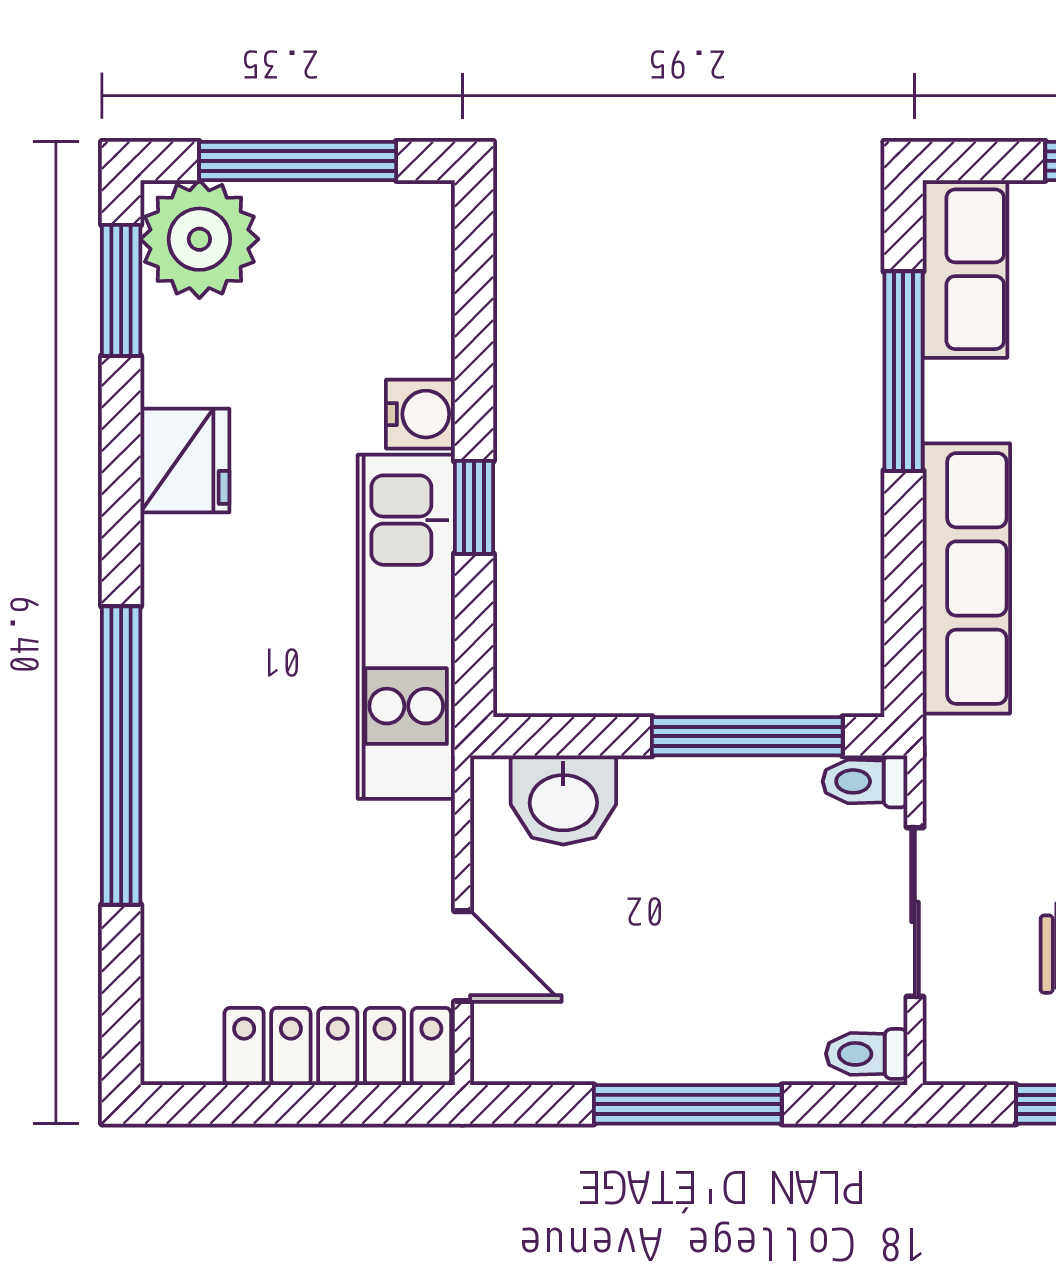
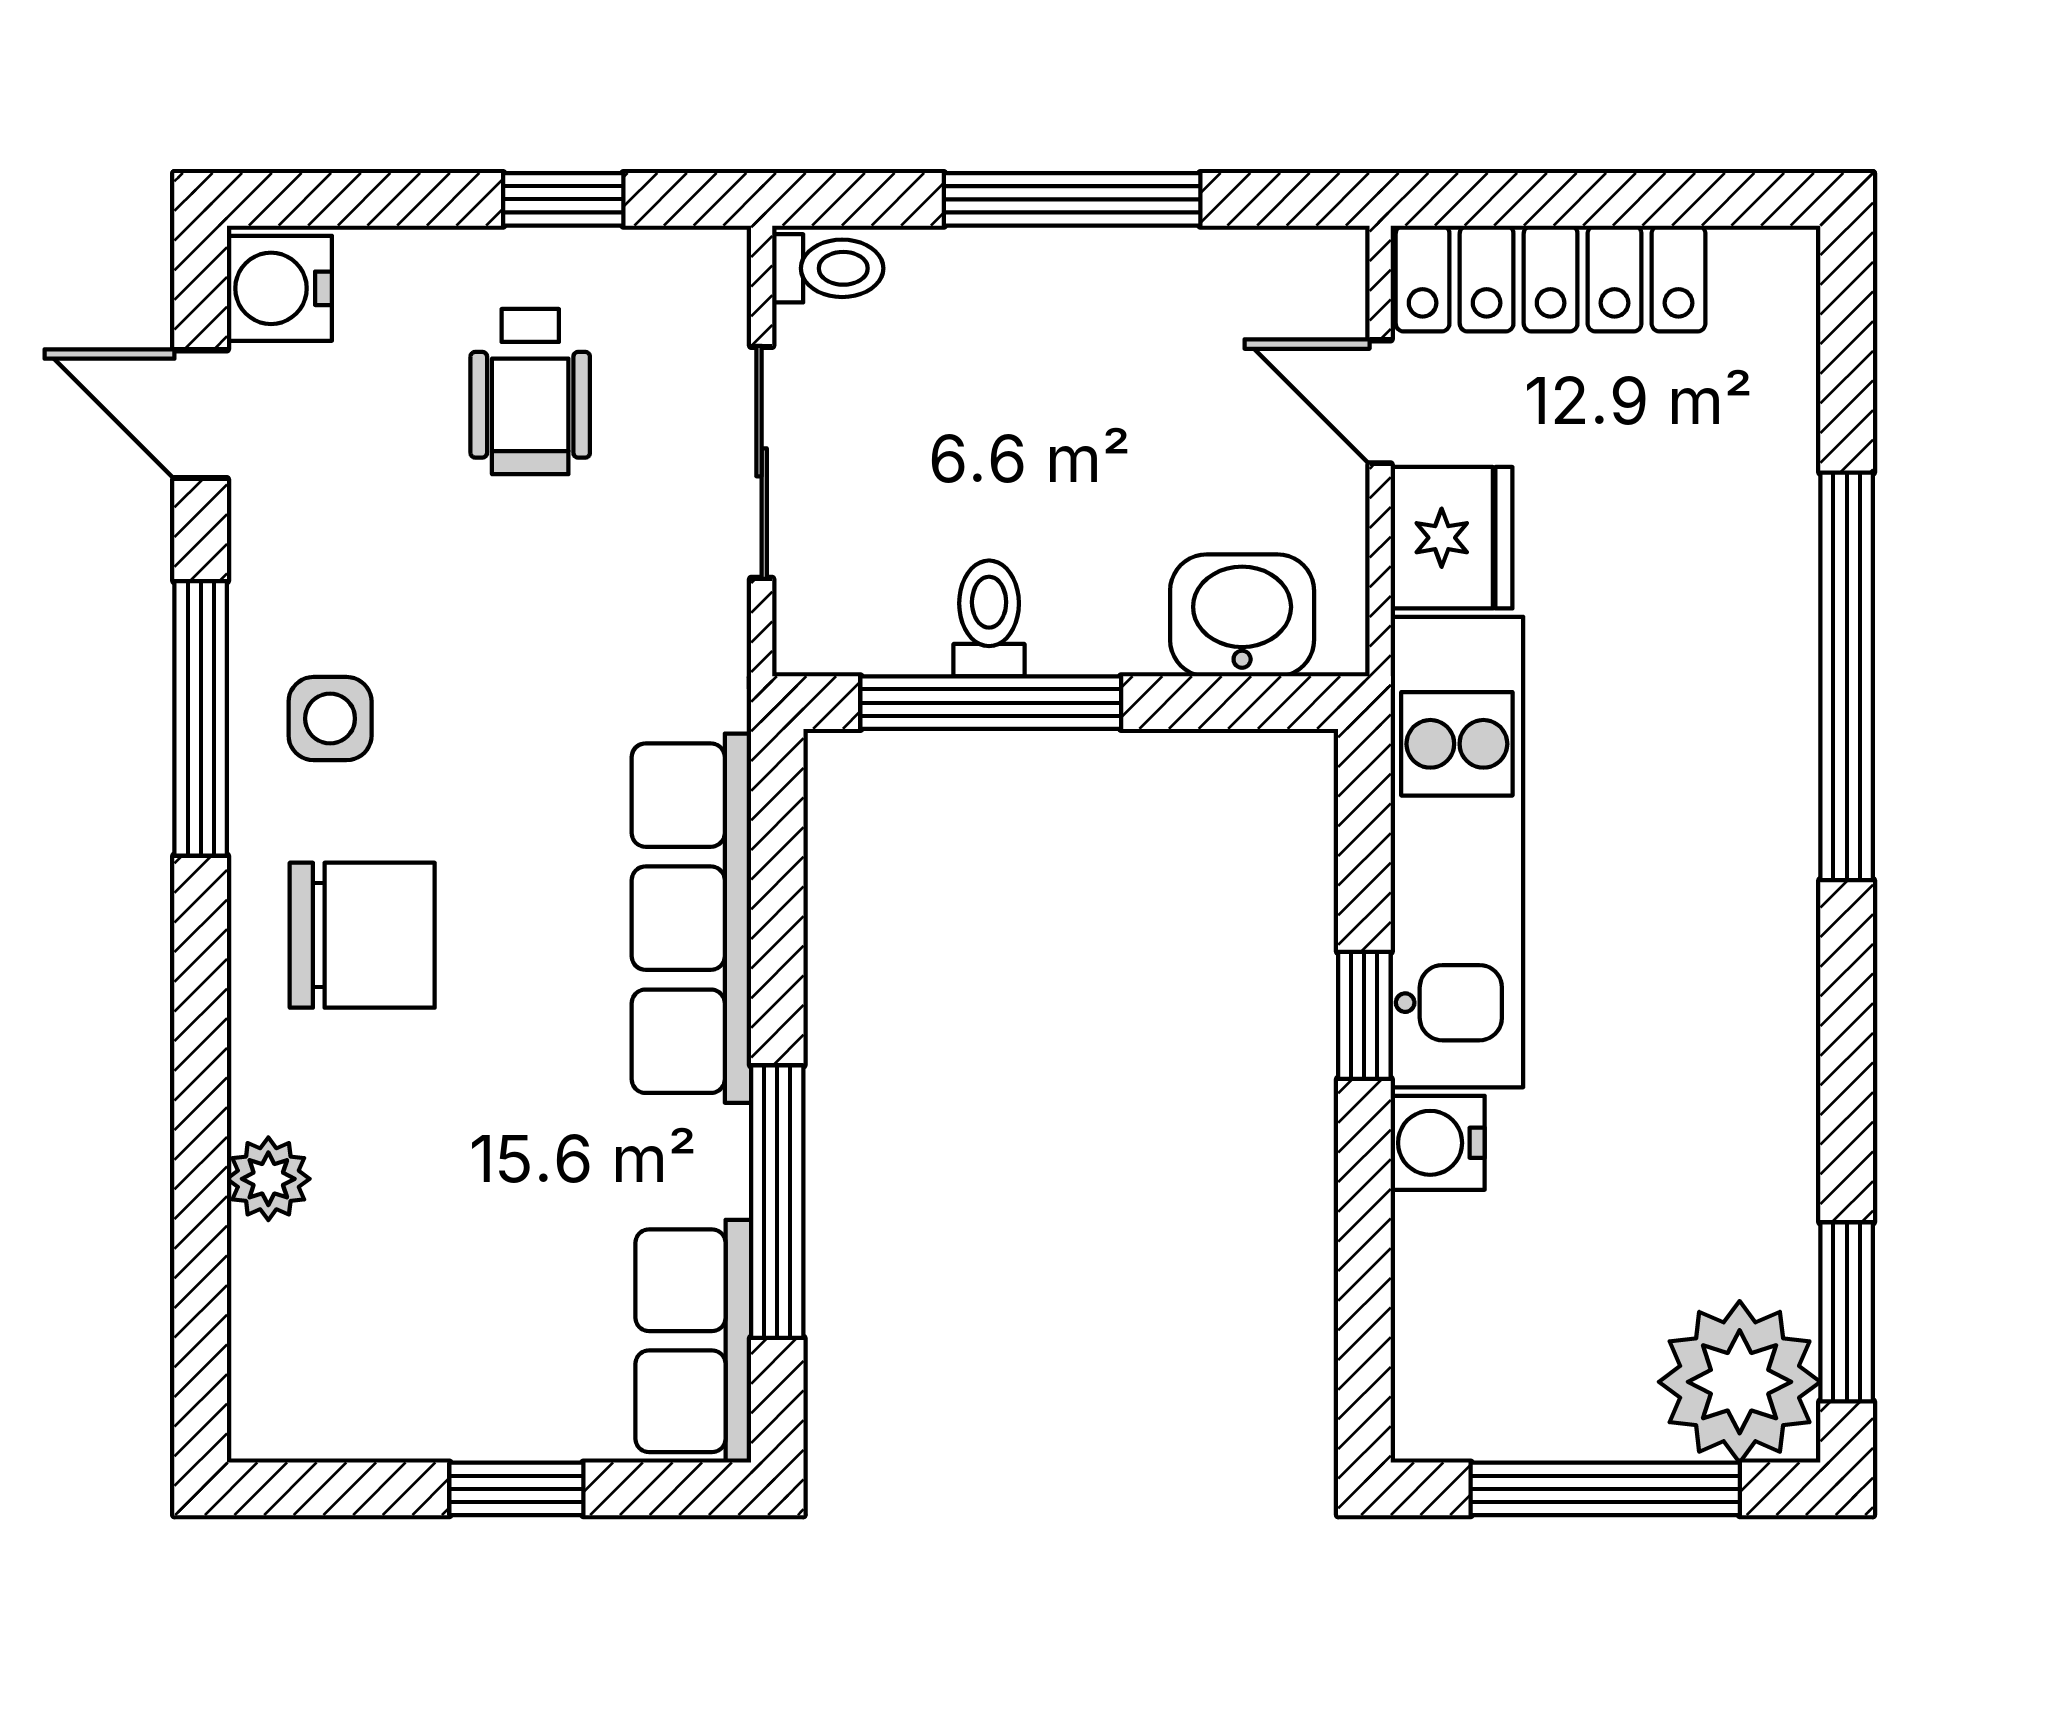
fridge: (185, 461) -> (1451, 538), moved, turned 180
toilet: (865, 781) -> (989, 618), moved, turned -90

